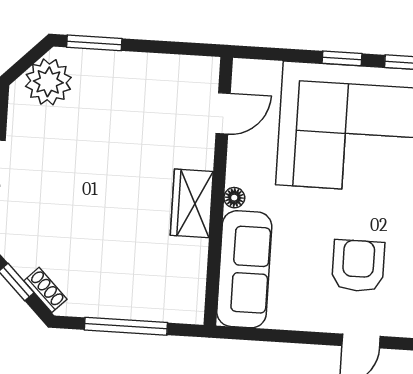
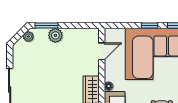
plant: (114, 68) -> (55, 35), added
plant: (48, 82) -> (28, 37), width x0.53, depth x0.53

